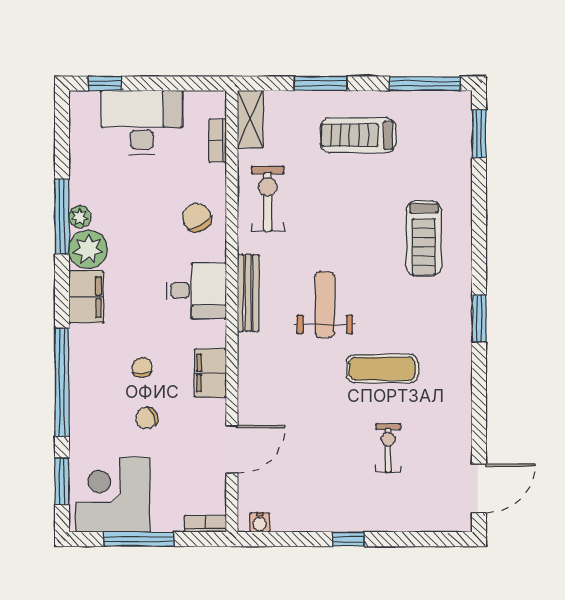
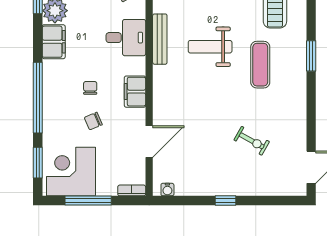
weight bench: (325, 305) -> (210, 47), turned -90
exercise mat: (382, 369) -> (260, 65), moved, turned 90
exercise bike: (388, 448) -> (252, 141), turned 119

